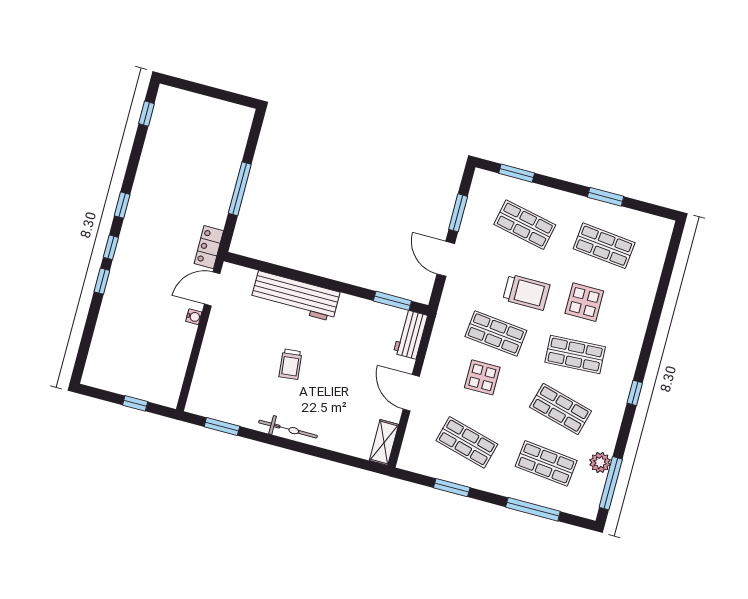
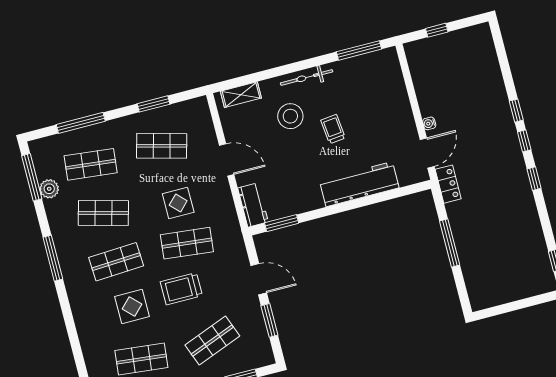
shop shelf: (525, 225) -> (212, 341), turned -33
window: (635, 393) -> (53, 258), width x2.17
stool: (325, 400) -> (290, 116), added
window: (222, 426) -> (359, 50), width x1.44
shelving: (384, 442) -> (241, 95), moved, turned 90

